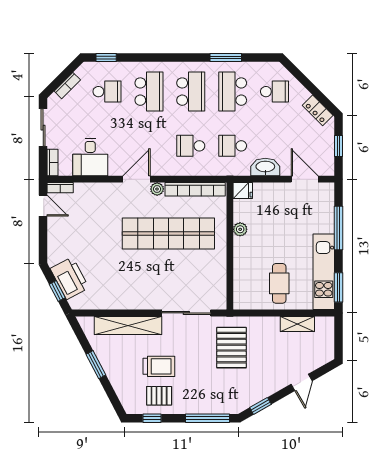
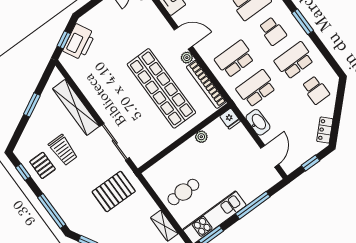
window: (226, 57) -> (303, 22), moved
school desk: (191, 92) -> (273, 31), width x0.54
school desk: (191, 146) -> (235, 59), width x1.85
school desk: (233, 146) -> (256, 88), width x1.85

